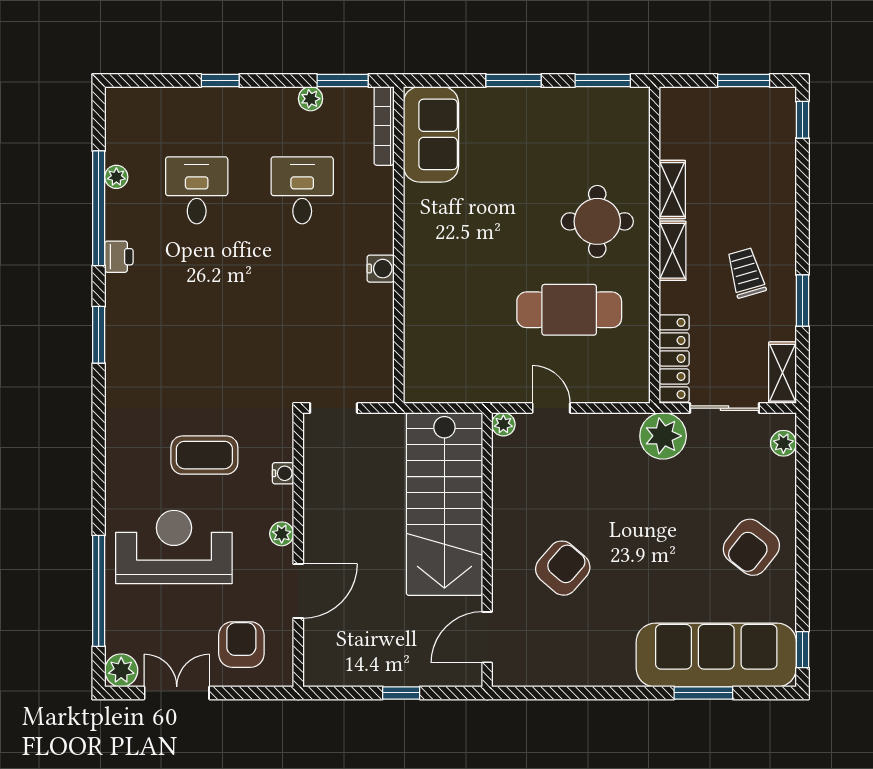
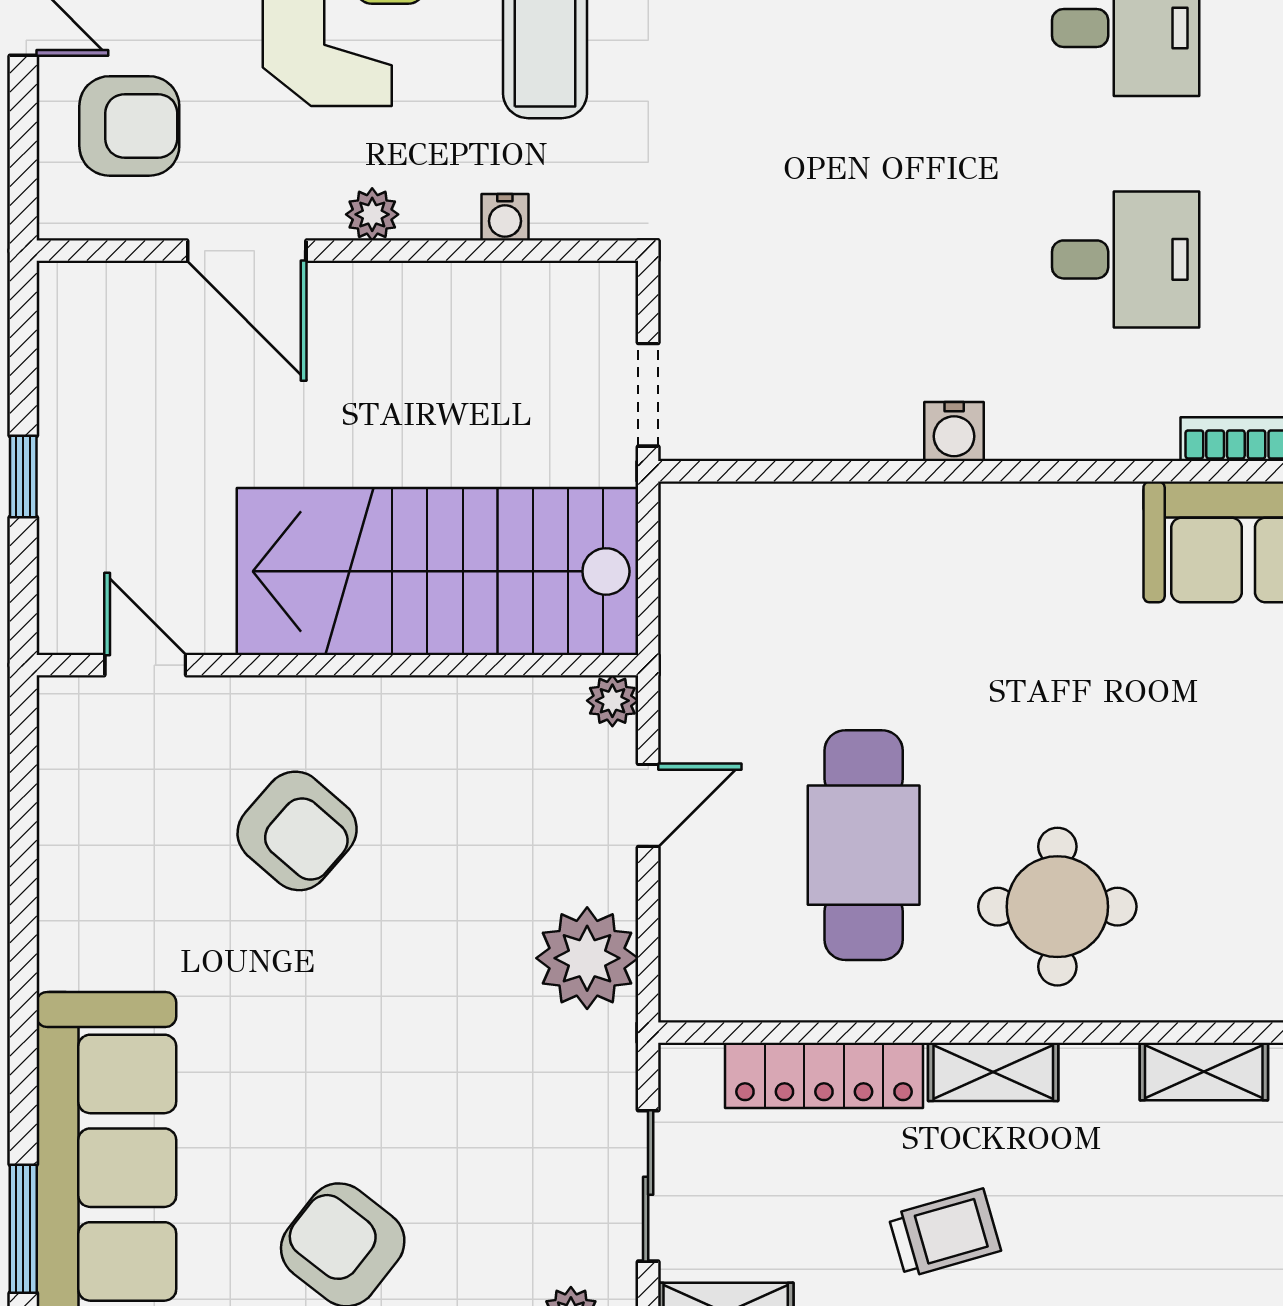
shelving: (672, 189) -> (1204, 1071), moved
locker: (674, 358) -> (824, 1075), moved
doorway: (334, 408) -> (648, 395), moved
plant: (663, 436) -> (587, 958), moved
door: (487, 637) -> (145, 665), width x0.73
window: (703, 693) -> (23, 1229), moved

